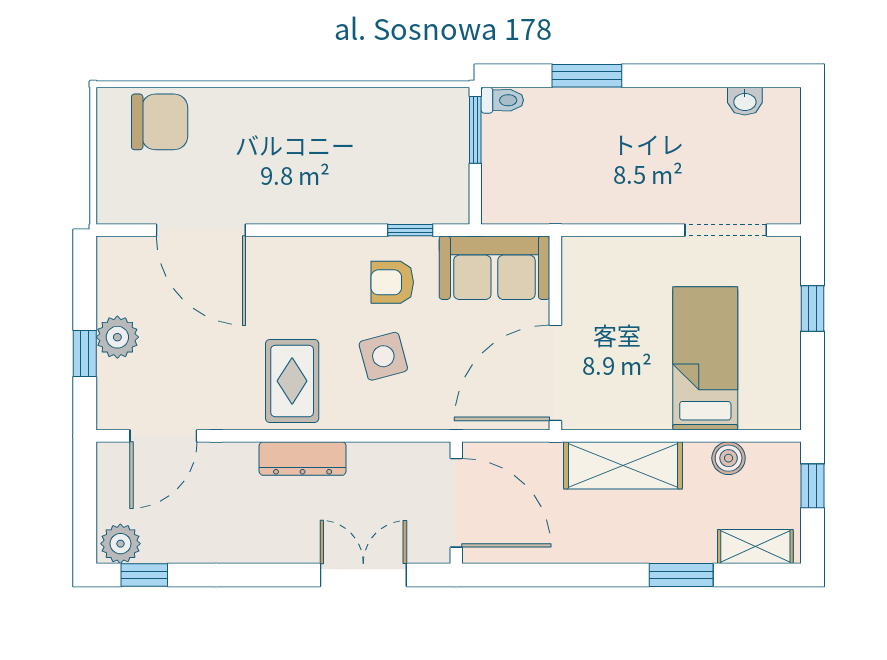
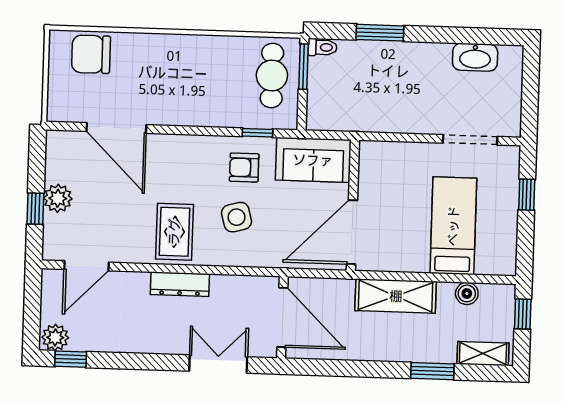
washbasin: (745, 101) -> (475, 57), width x1.91, depth x1.45
chair: (160, 122) -> (91, 54), turned 180
cafe table: (429, 145) -> (272, 76), added

